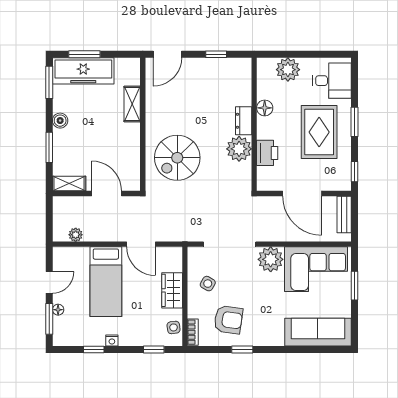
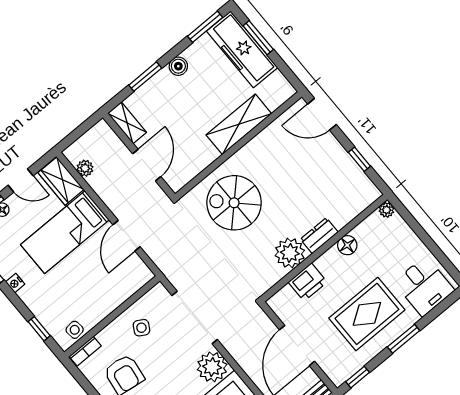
plant: (288, 70) -> (386, 210), moved, width x0.53, depth x0.53
shelving: (132, 104) -> (239, 124), width x1.50, depth x1.33
wardrobe: (172, 290) -> (61, 181), moved, turned -90

